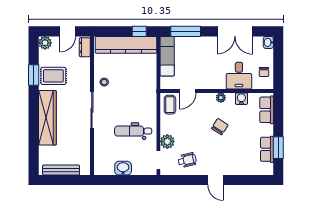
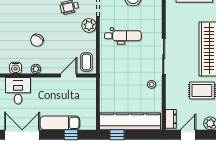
window: (186, 31) -> (71, 135), width x0.46
exam couch: (167, 56) -> (60, 123), moved, turned 90

